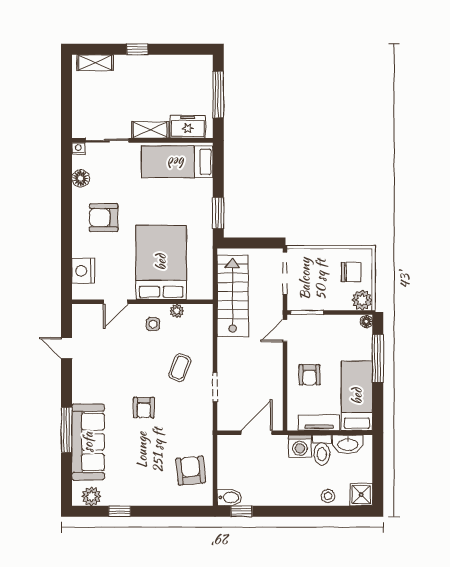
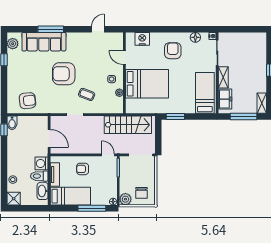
shelving: (95, 63) -> (262, 103), moved
armchair: (144, 407) -> (64, 74), width x1.88, depth x1.88

